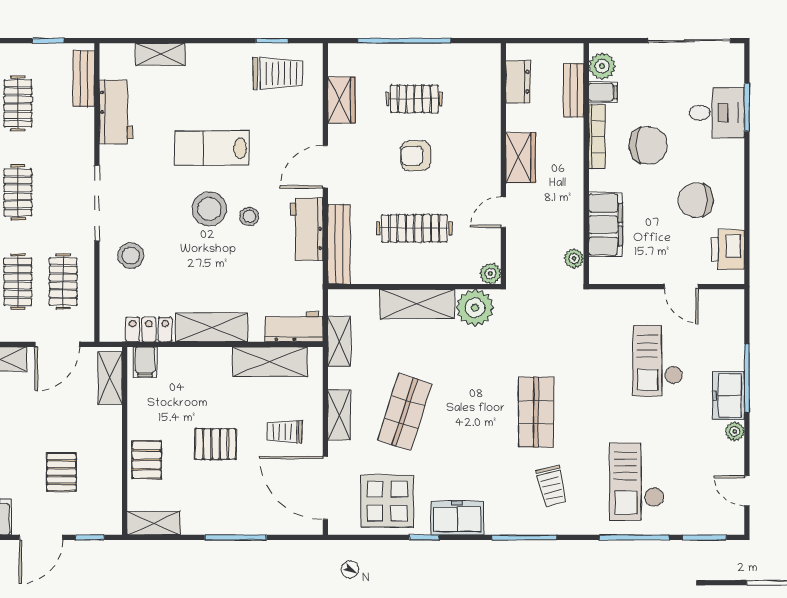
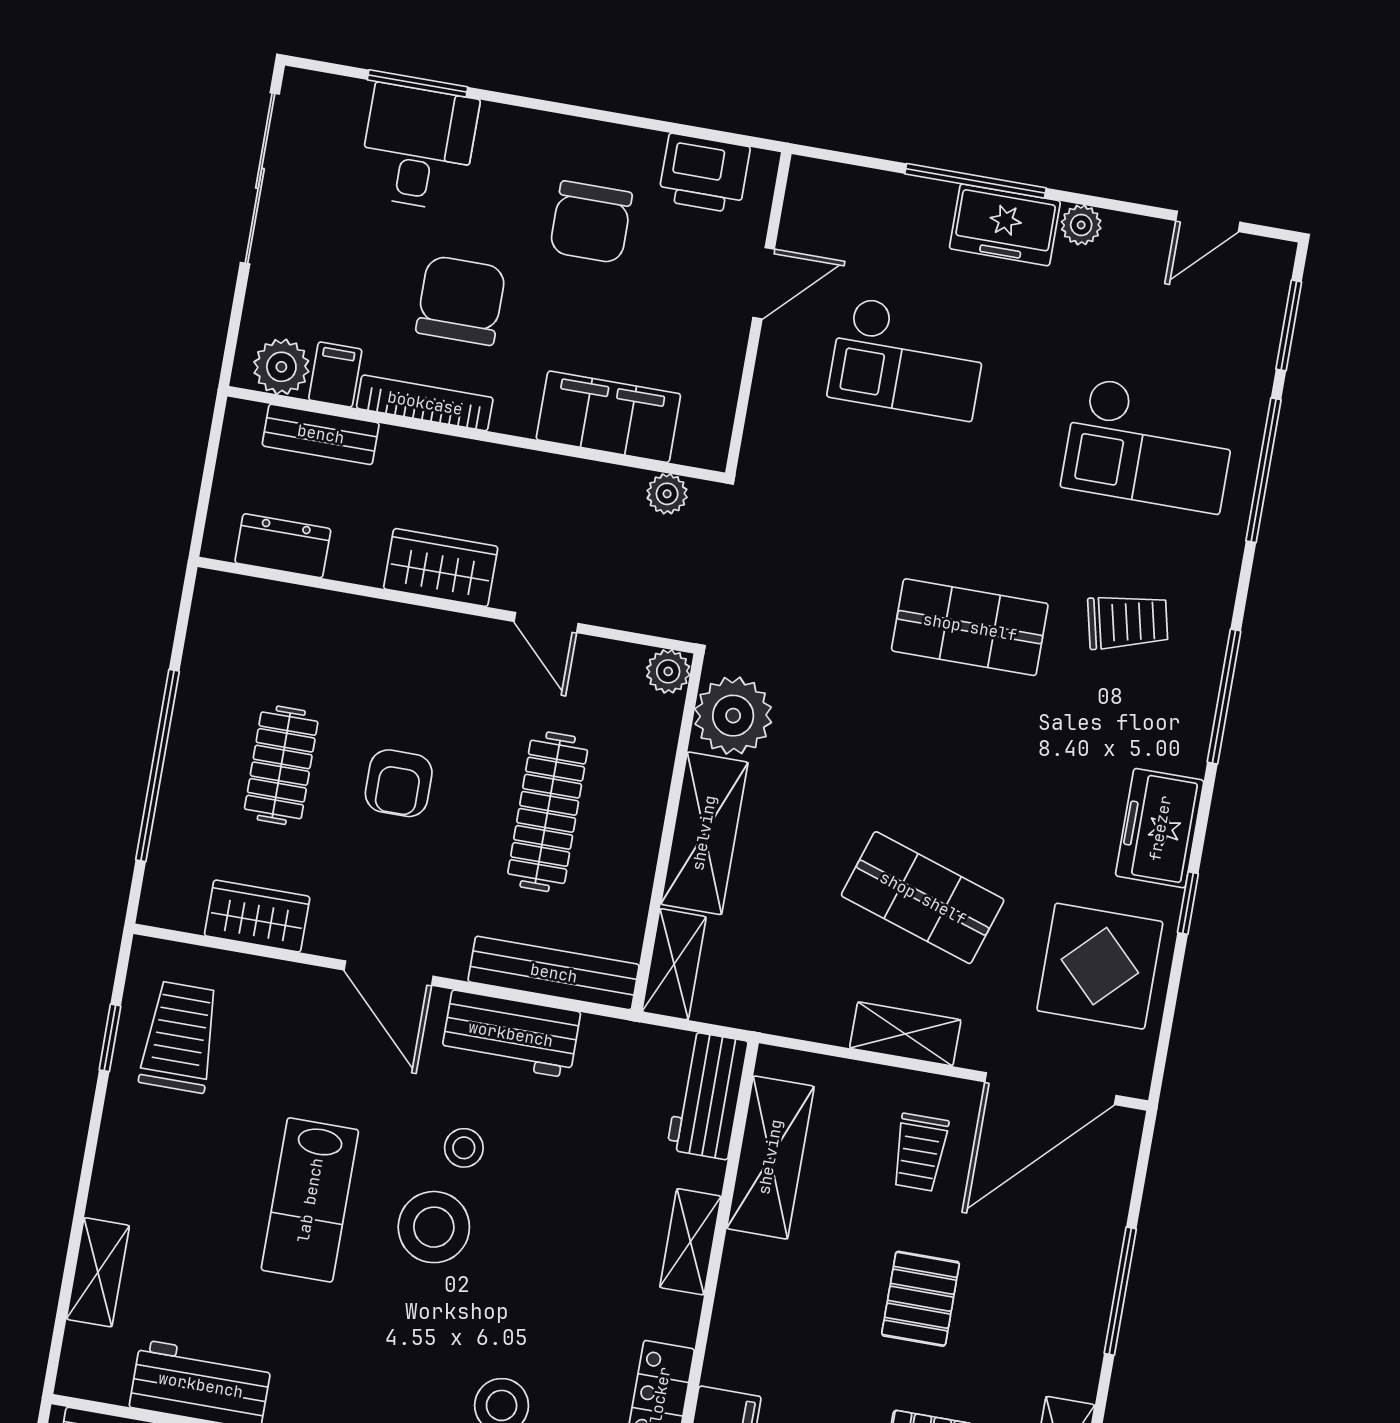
shelving: (211, 327) -> (690, 1242), width x0.67, depth x0.75
shelving: (339, 341) -> (674, 964), moved, turned 90

